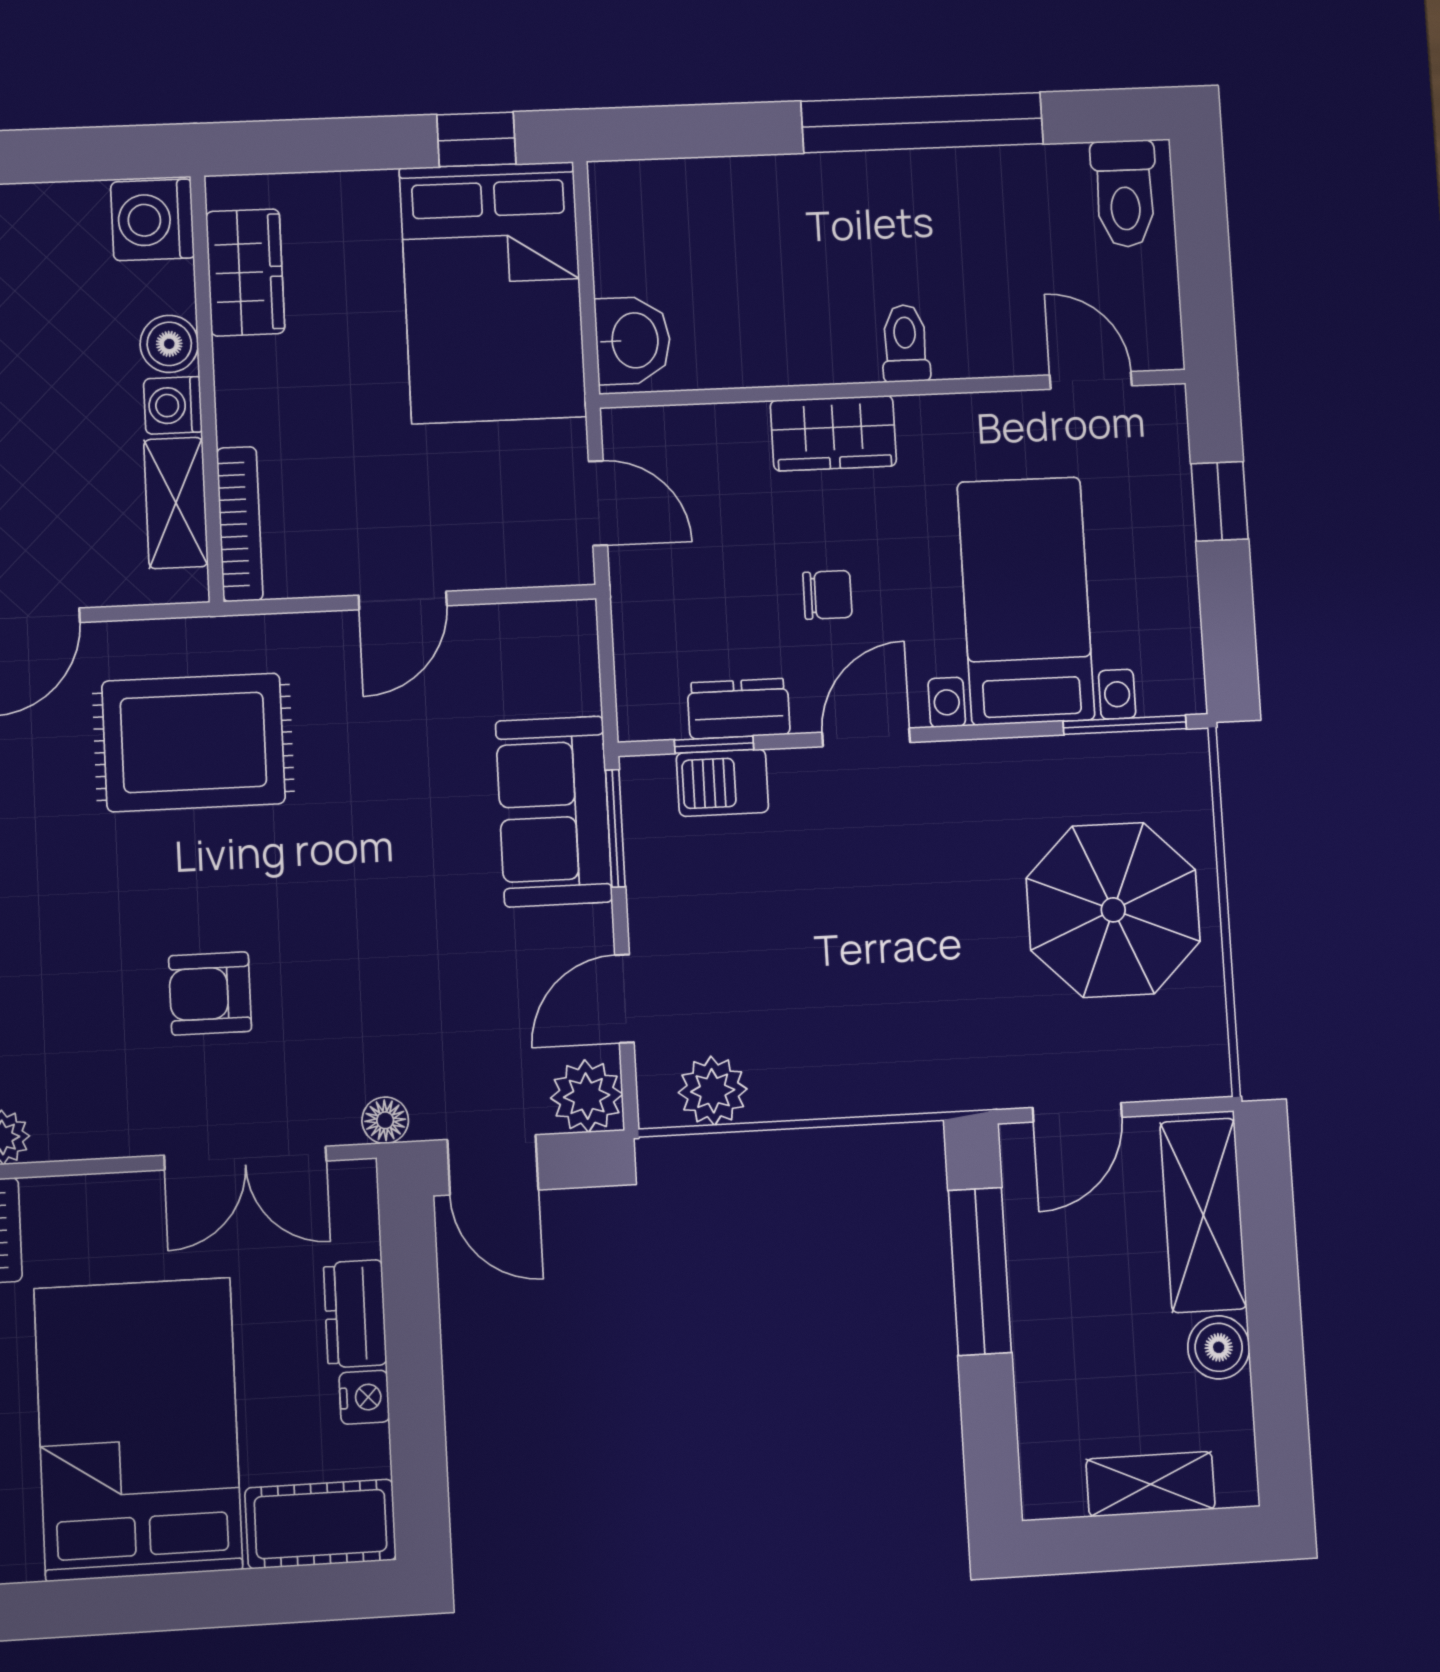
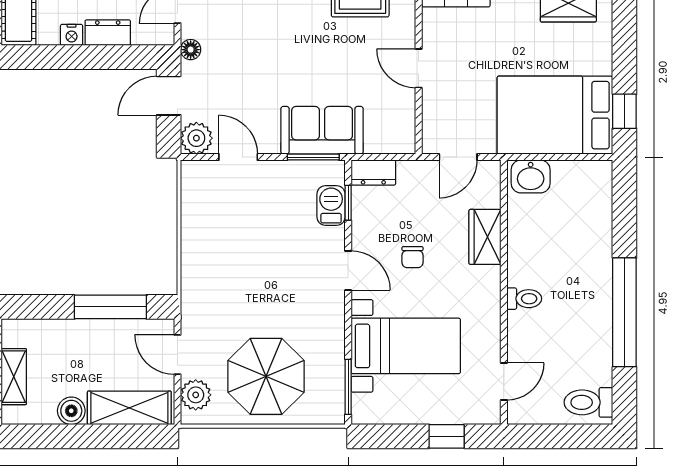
wardrobe: (833, 433) -> (485, 237), moved
dresser: (739, 709) -> (373, 173), moved, turned 90
plant: (713, 1091) -> (196, 395), moved

